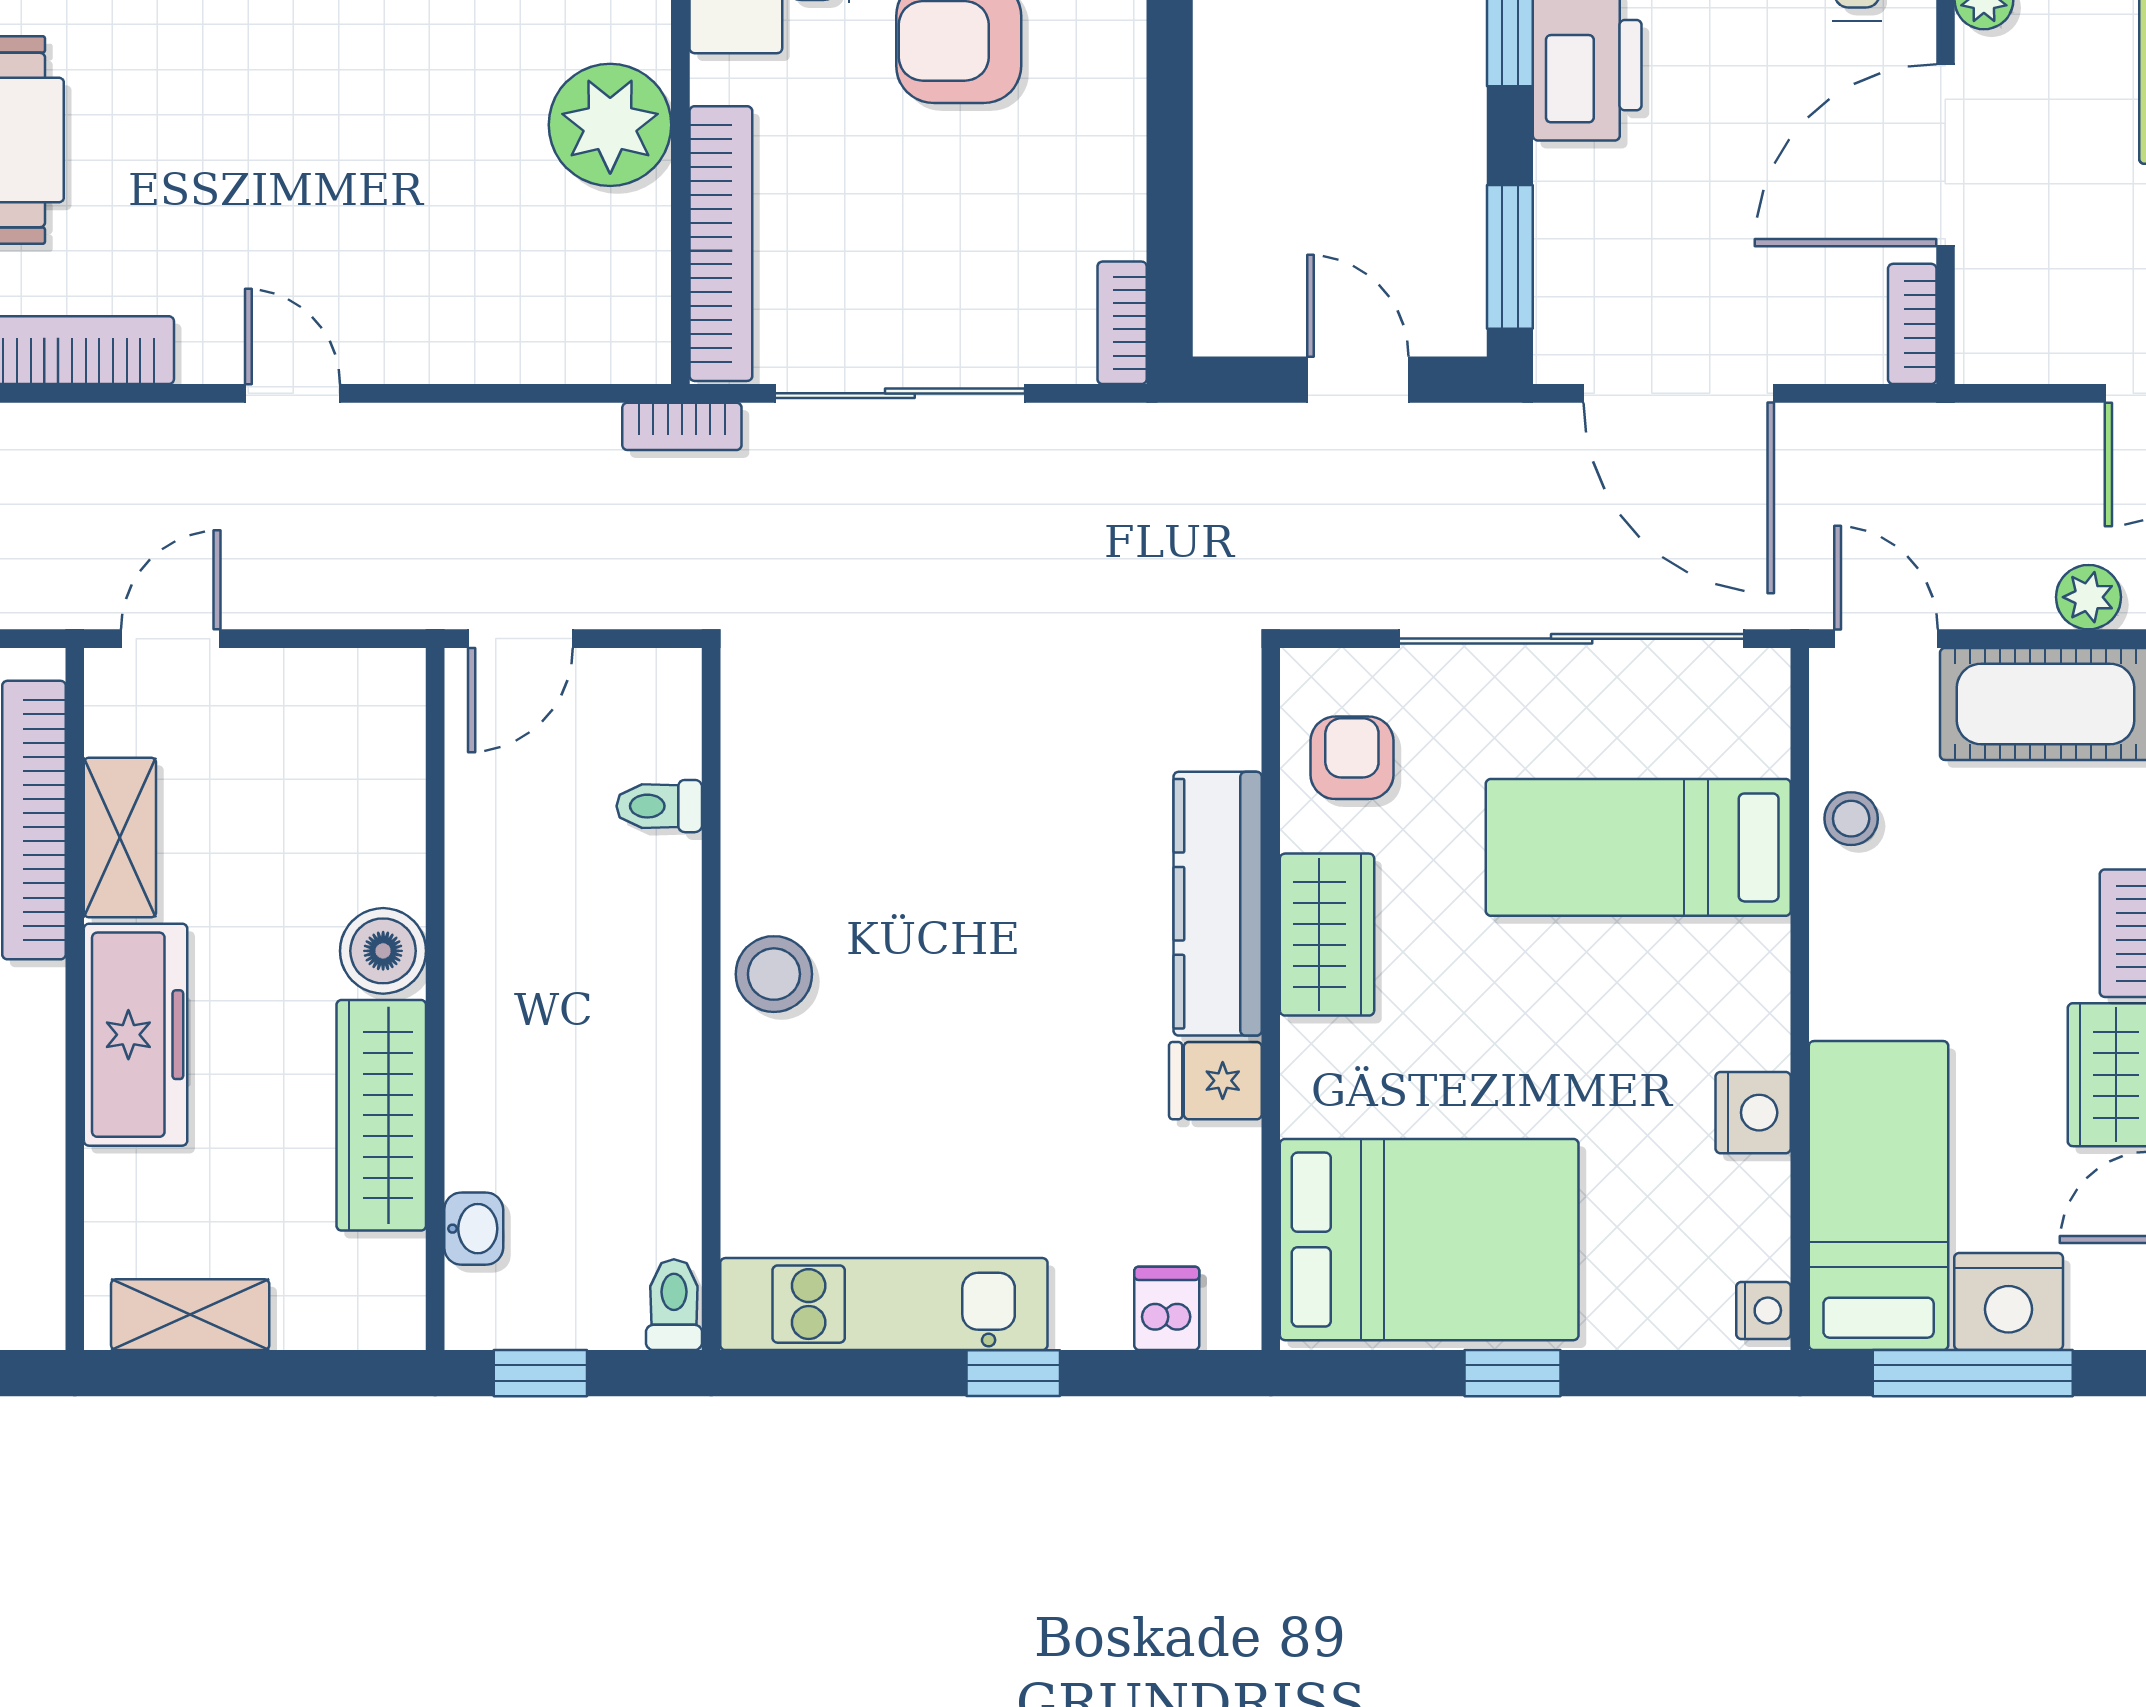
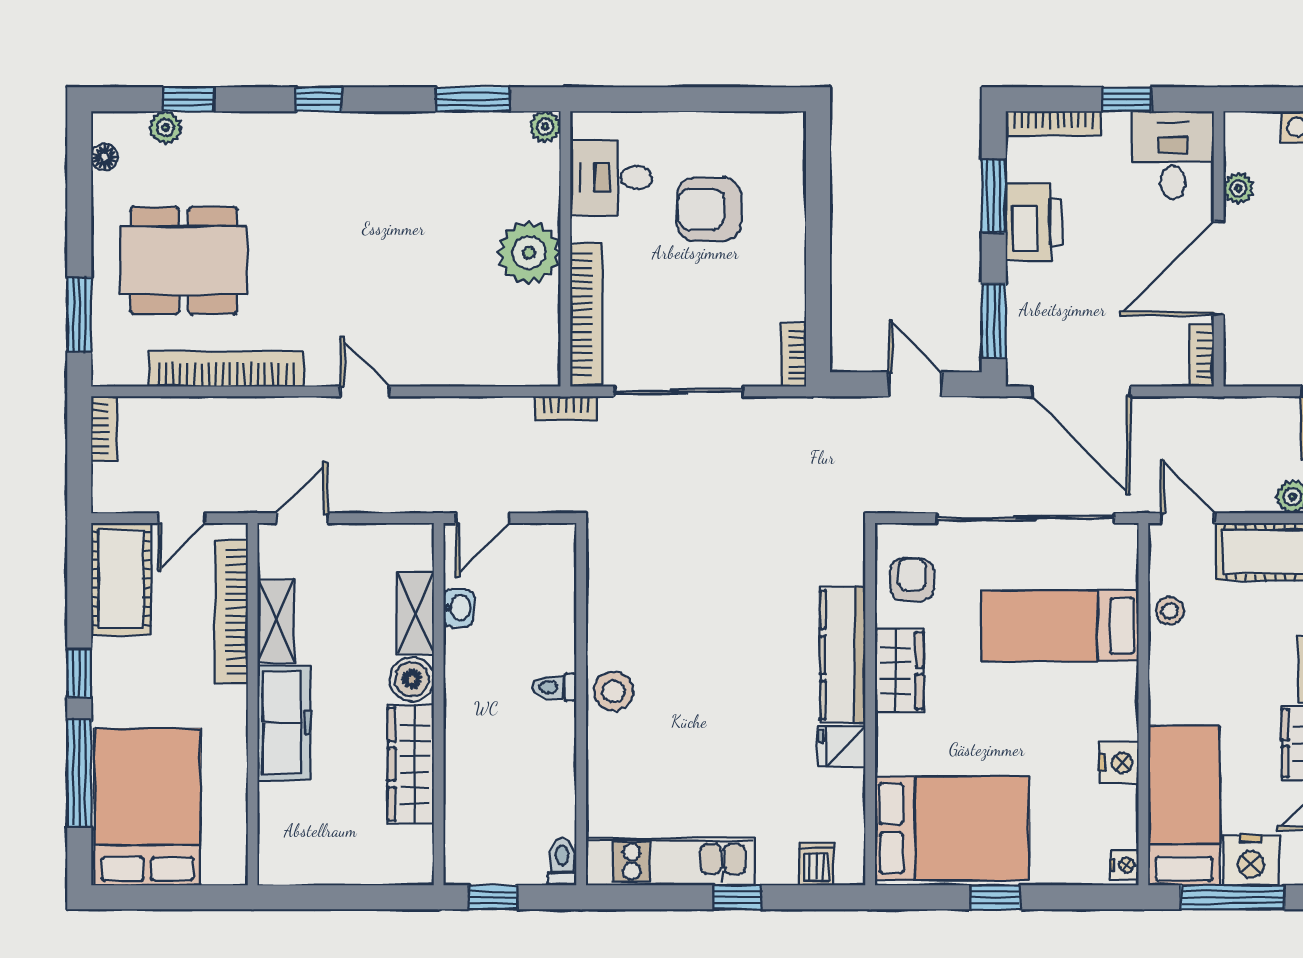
toilet: (659, 806) -> (554, 687), moved
washbasin: (474, 1229) -> (459, 608), moved
shelving: (190, 1315) -> (416, 613), moved, turned 90

